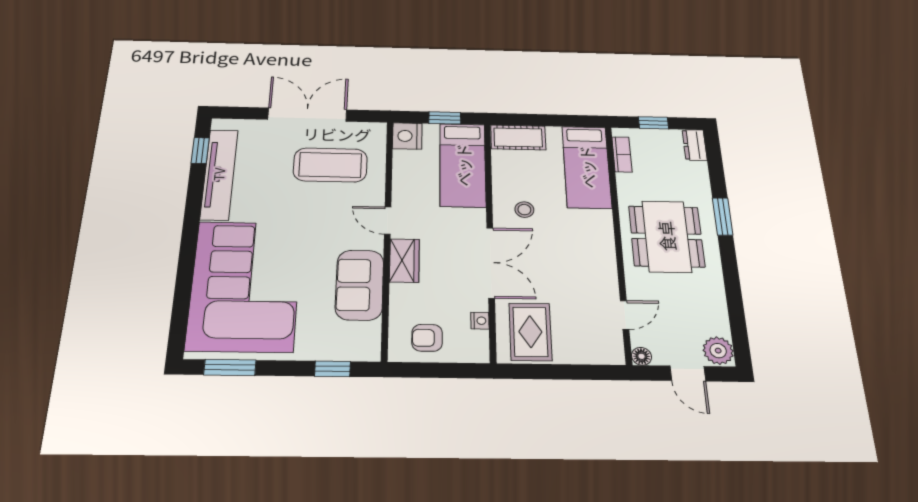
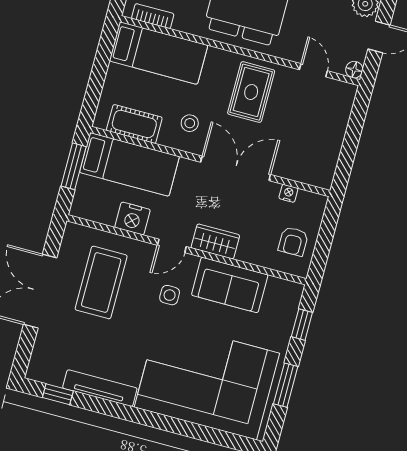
window: (445, 118) -> (74, 166), width x1.50
nightstand: (407, 136) -> (133, 218), moved
cot: (518, 138) -> (134, 124), moved, turned 90
tv unit: (219, 174) -> (100, 388), width x0.73, depth x0.78
side table: (333, 230) -> (170, 295), added
rug: (530, 332) -> (251, 92), moved, turned 90
window: (230, 367) -> (286, 385), moved

